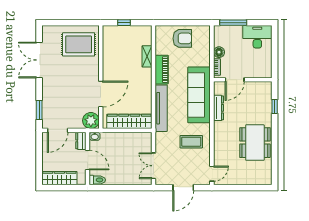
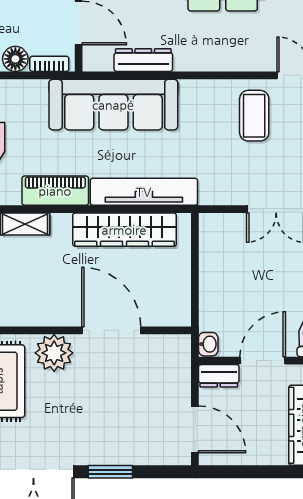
window: (39, 110) -> (110, 472), moved
plant: (91, 121) -> (54, 353), moved
wardrobe: (129, 121) -> (124, 230), moved, turned -90
coffee table: (191, 142) -> (254, 116), moved

